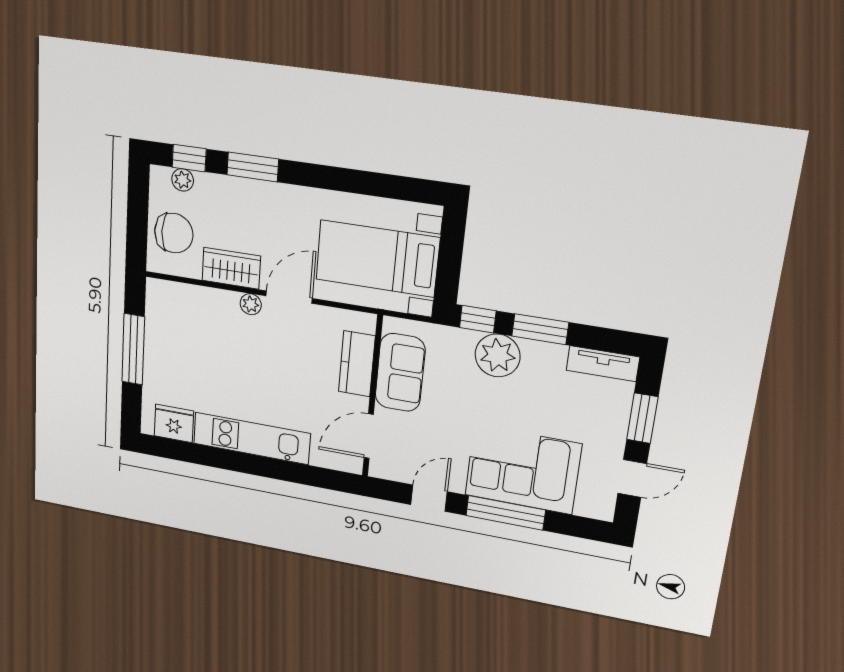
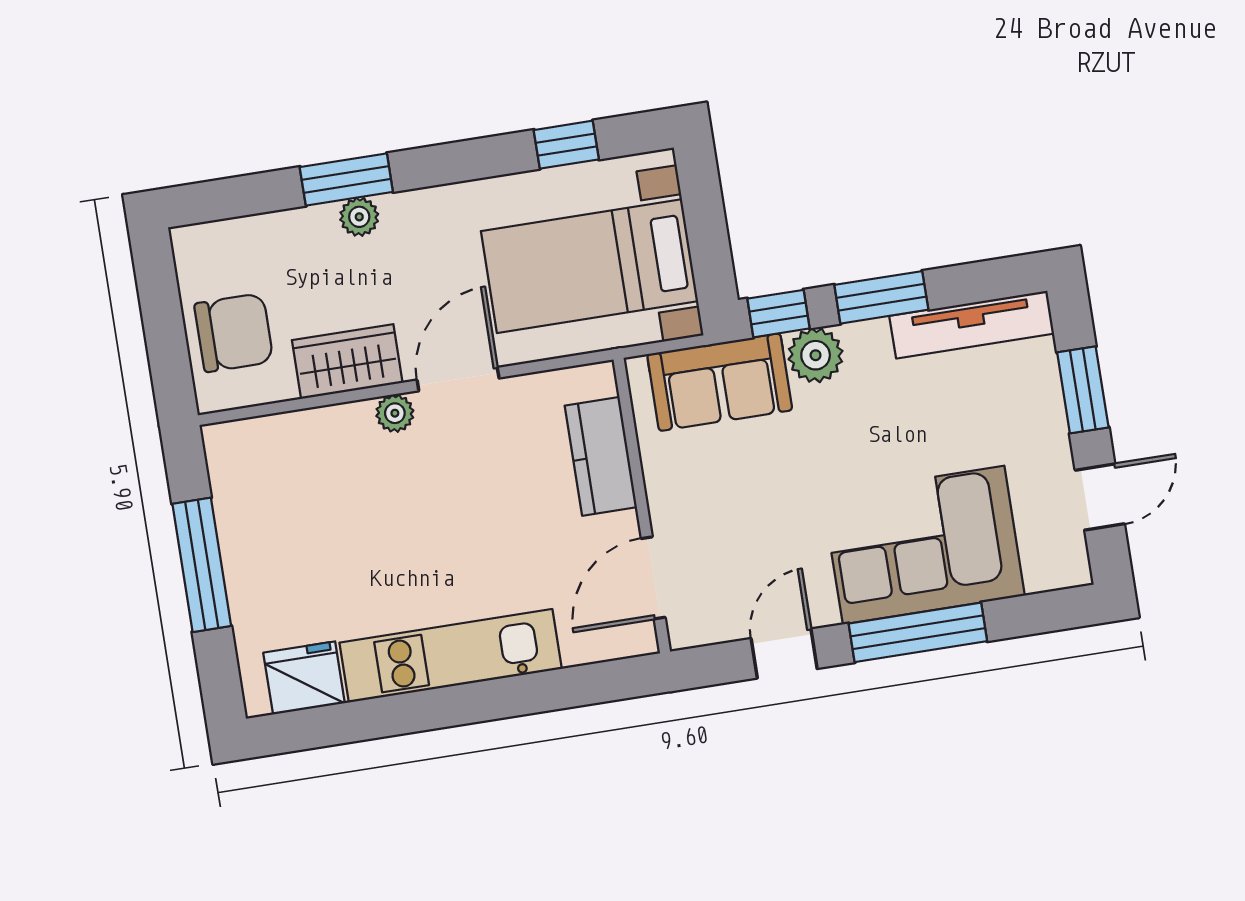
window: (189, 158) -> (566, 145), moved
plant: (183, 180) -> (359, 217), moved
plant: (498, 355) -> (816, 355), width x0.73, depth x0.73
tv unit: (603, 364) -> (972, 325), width x1.41
sofa: (400, 373) -> (720, 382), moved, turned 90

